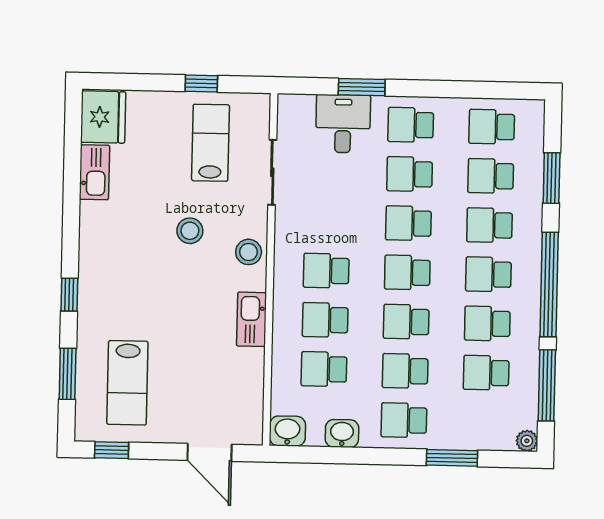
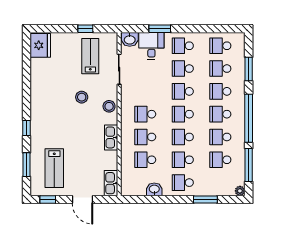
kitchen sink: (94, 172) -> (111, 183), moved, turned 180
washbasin: (287, 431) -> (130, 39), moved, turned 180
door: (209, 452) -> (83, 200), moved

